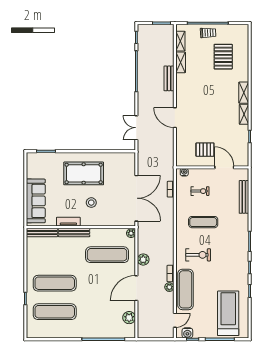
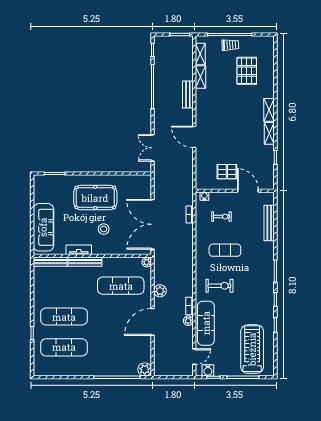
double door: (136, 198) -> (153, 224), swing flipped
plant: (129, 318) -> (145, 369), moved

